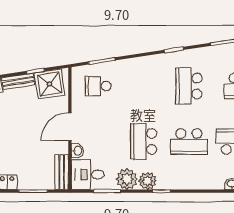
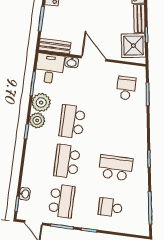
school desk: (144, 142) -> (72, 122), turned -90

